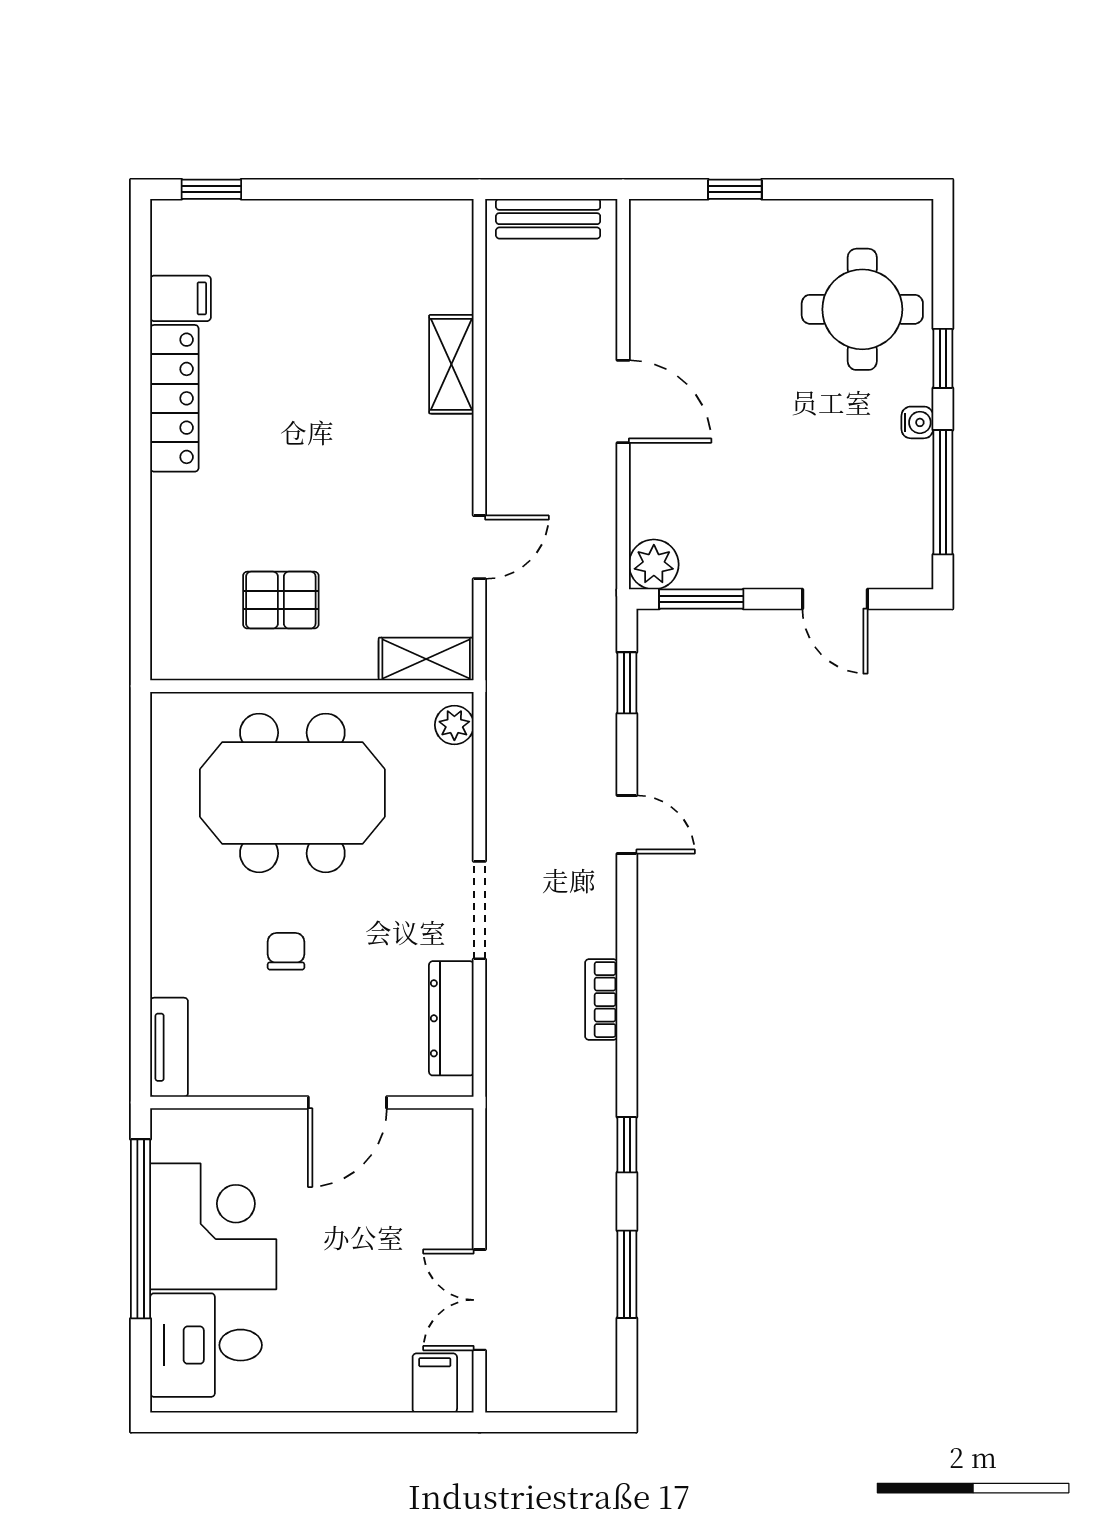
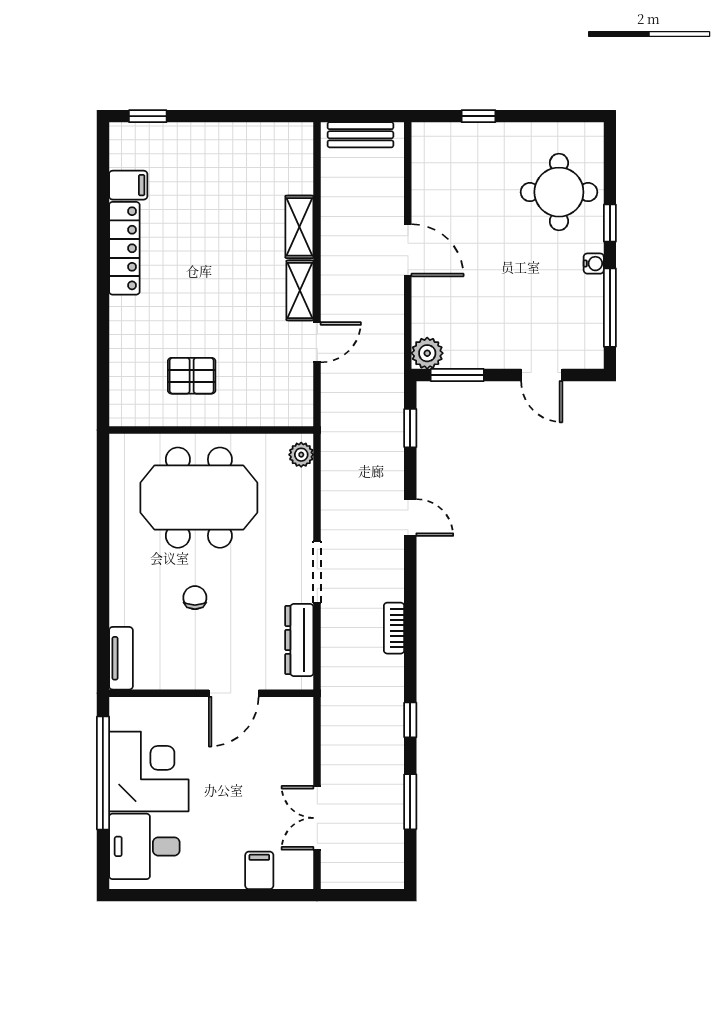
shelving: (426, 659) -> (300, 290), moved, turned 90
filing cabinet: (435, 1383) -> (259, 870), moved

